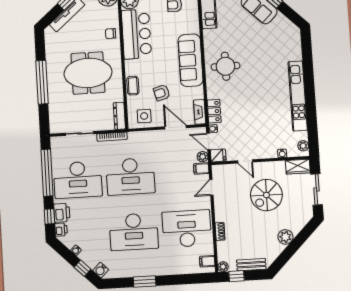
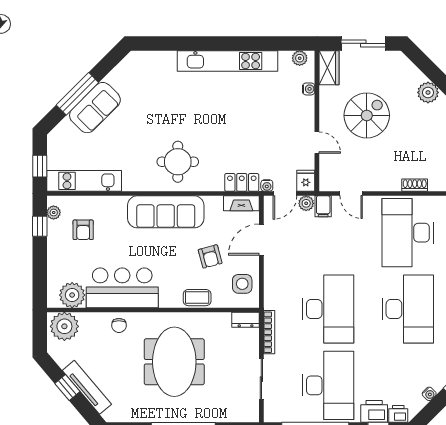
dresser: (119, 116) -> (246, 320), width x0.70
door: (245, 161) -> (317, 143), hinge flipped
spiral stairs: (266, 195) -> (367, 115), turned -90

